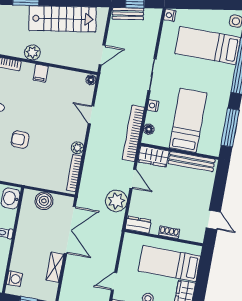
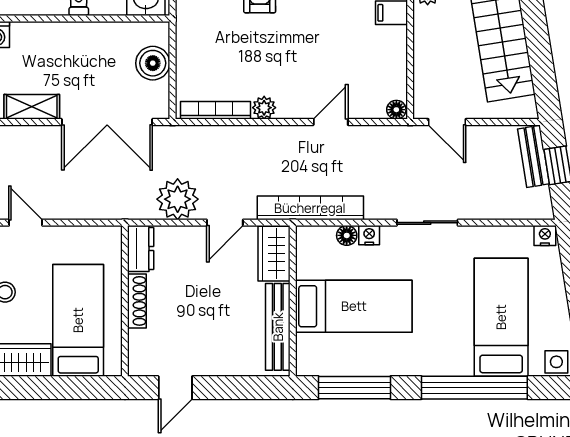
floor lamp: (149, 129) -> (347, 235), moved
shoe rack: (169, 232) -> (137, 301), width x1.43

